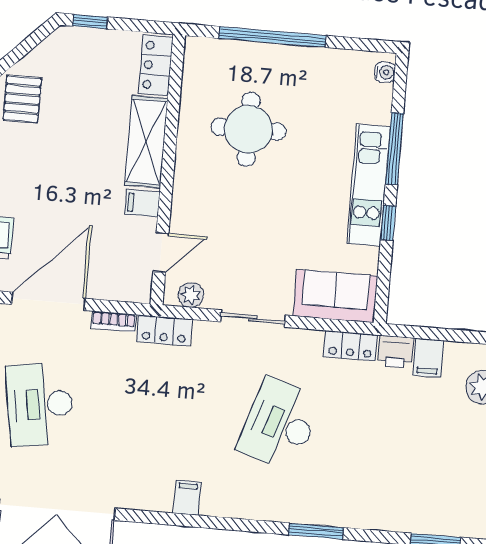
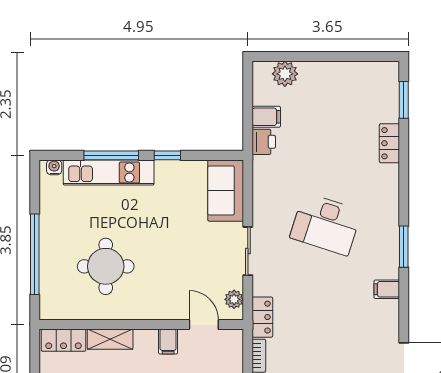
shelving: (146, 142) -> (110, 339), width x0.67, depth x0.75
kitchen unit: (369, 185) -> (109, 173), moved
locker: (350, 346) -> (389, 143), moved, turned 180
window: (316, 531) -> (404, 247), moved

